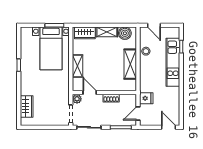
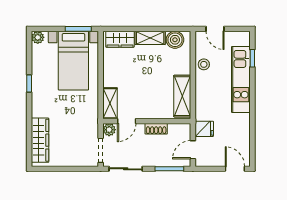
plant: (25, 32) -> (38, 37), added
shelving: (130, 64) -> (182, 96), moved
shelving: (78, 66) -> (110, 103), moved
door: (90, 93) -> (127, 121), swing flipped
wardrobe: (27, 106) -> (40, 140), width x1.50

